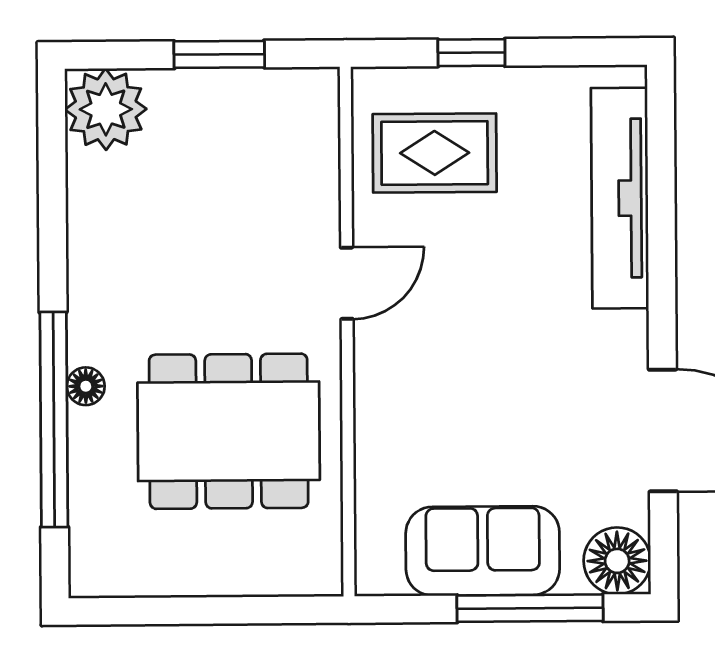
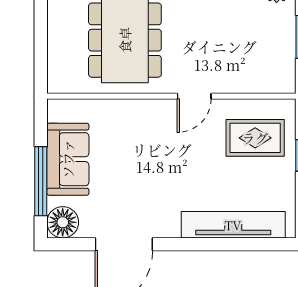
rug: (435, 153) -> (255, 138), turned 90
door: (347, 283) -> (194, 96), hinge flipped

